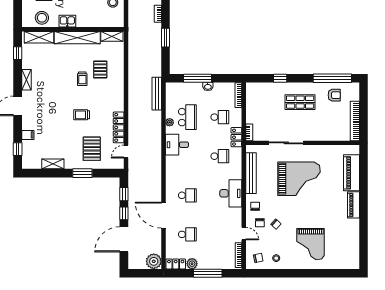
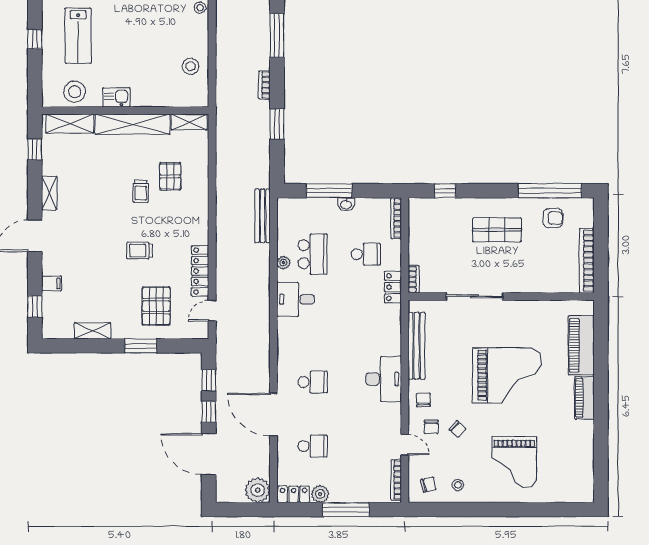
window: (280, 78) -> (445, 191), moved
school desk: (220, 156) -> (366, 318), removed
grand piano: (299, 179) -> (507, 375), moved
door: (124, 239) -> (209, 454), hinge flipped

